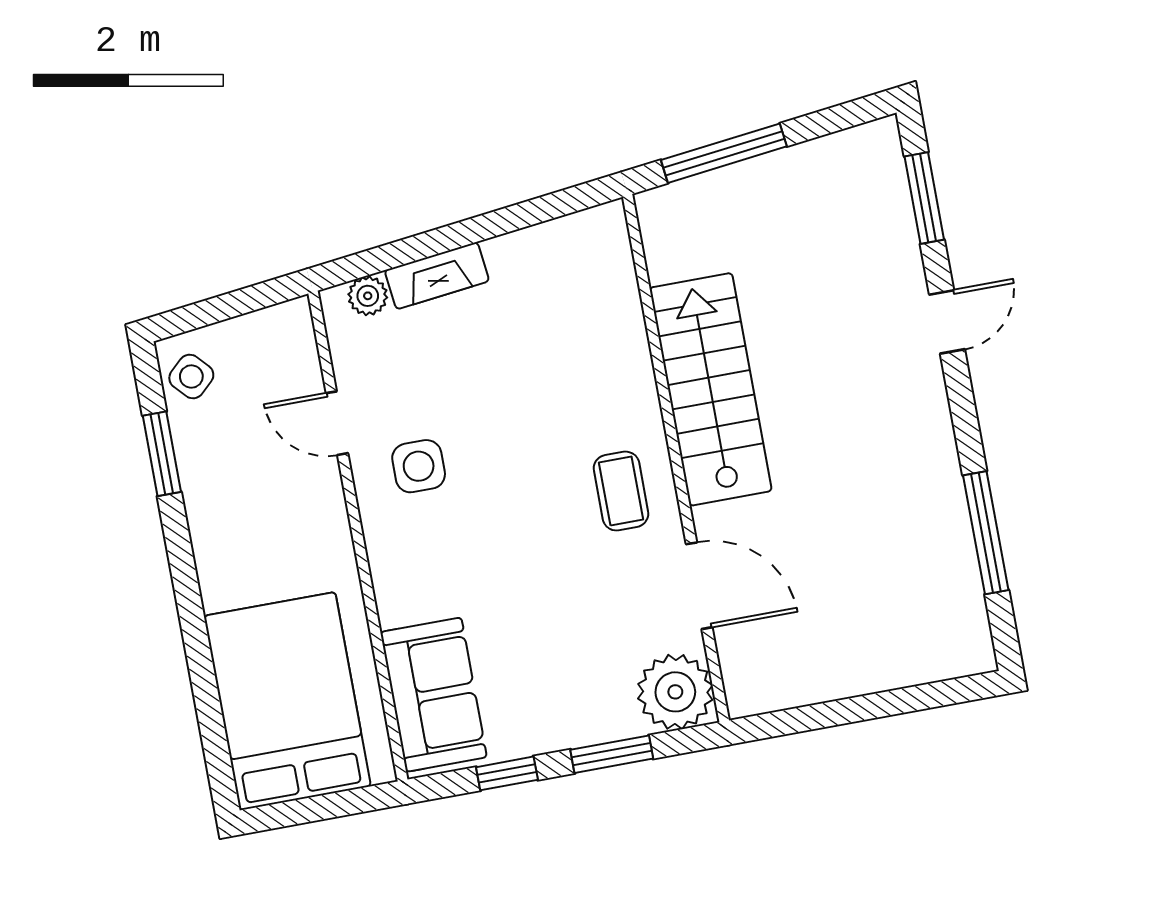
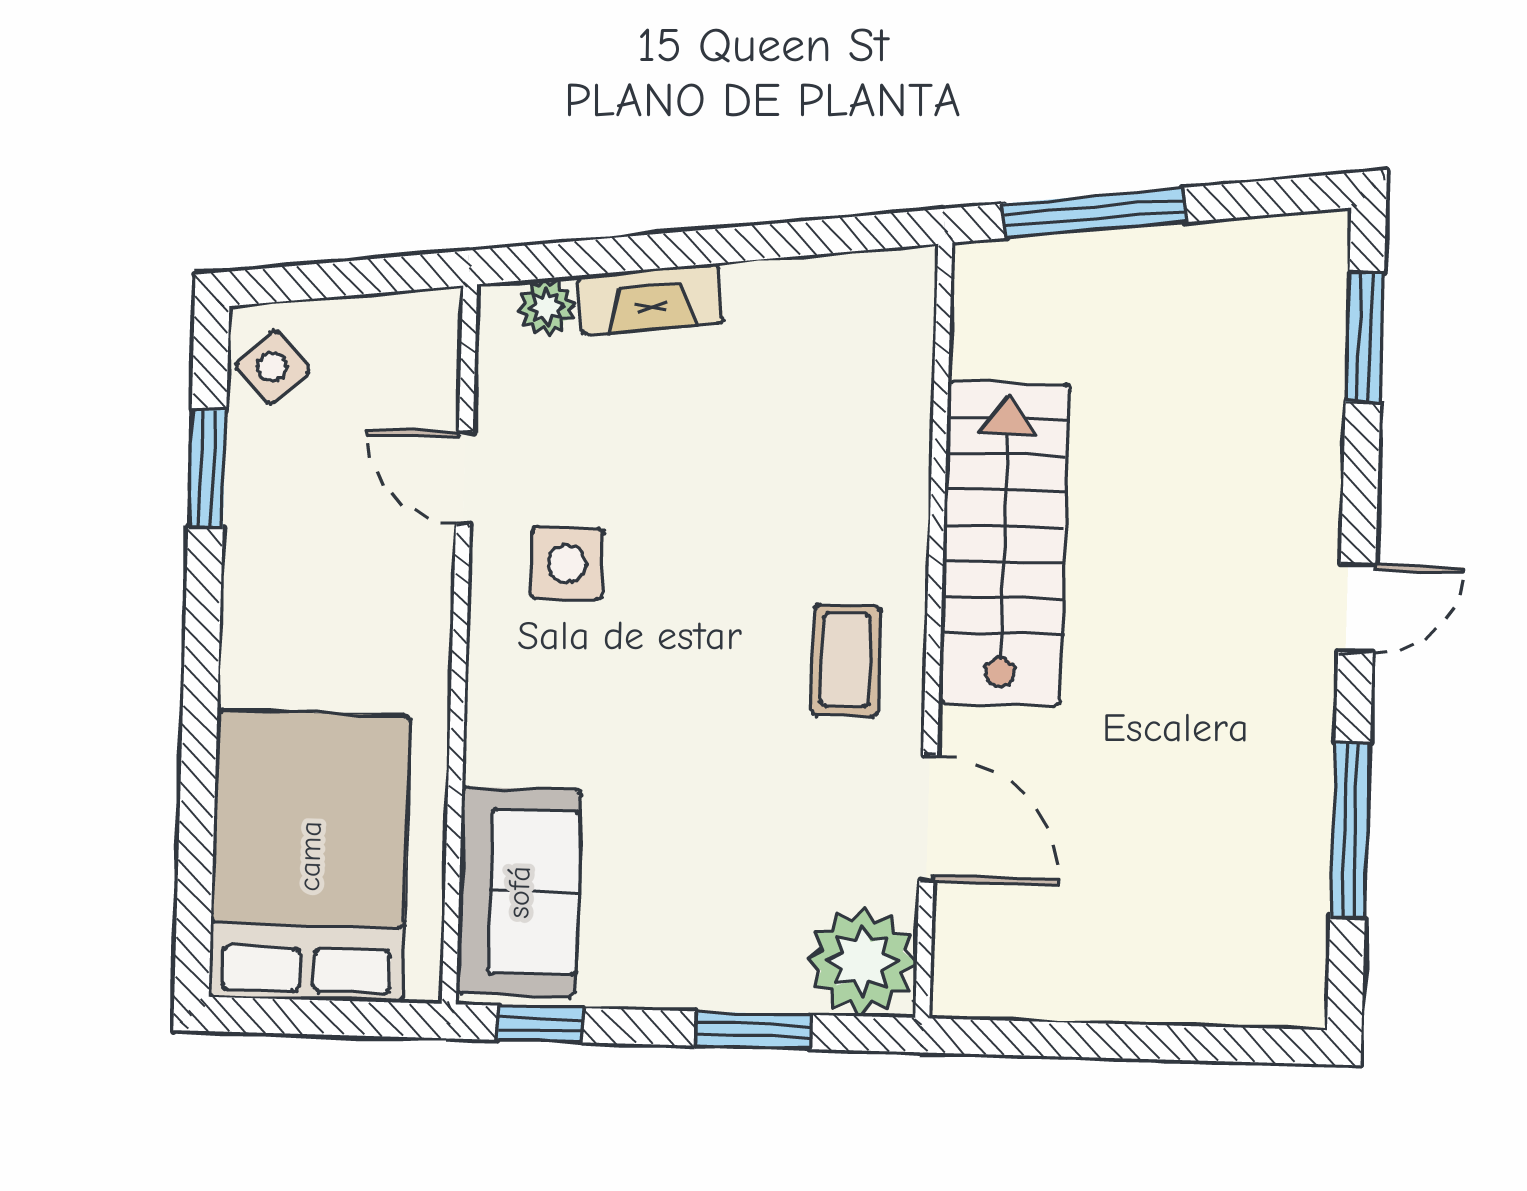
door: (947, 322) -> (1357, 608), moved
window: (507, 773) -> (540, 1024), moved

